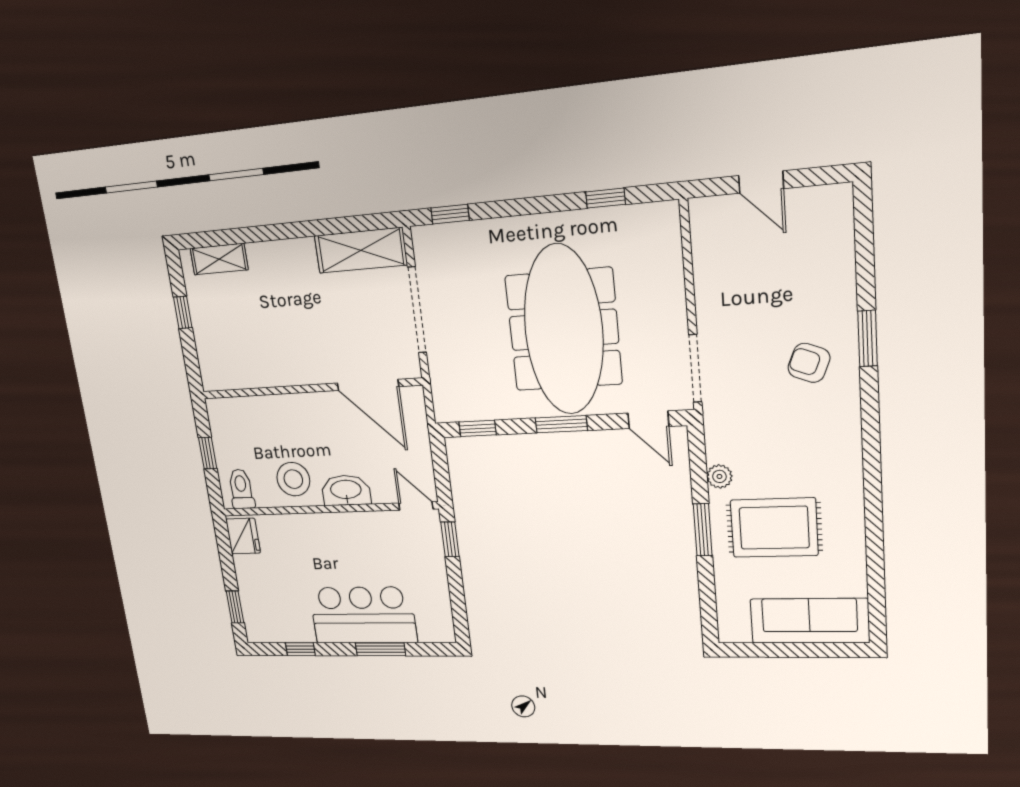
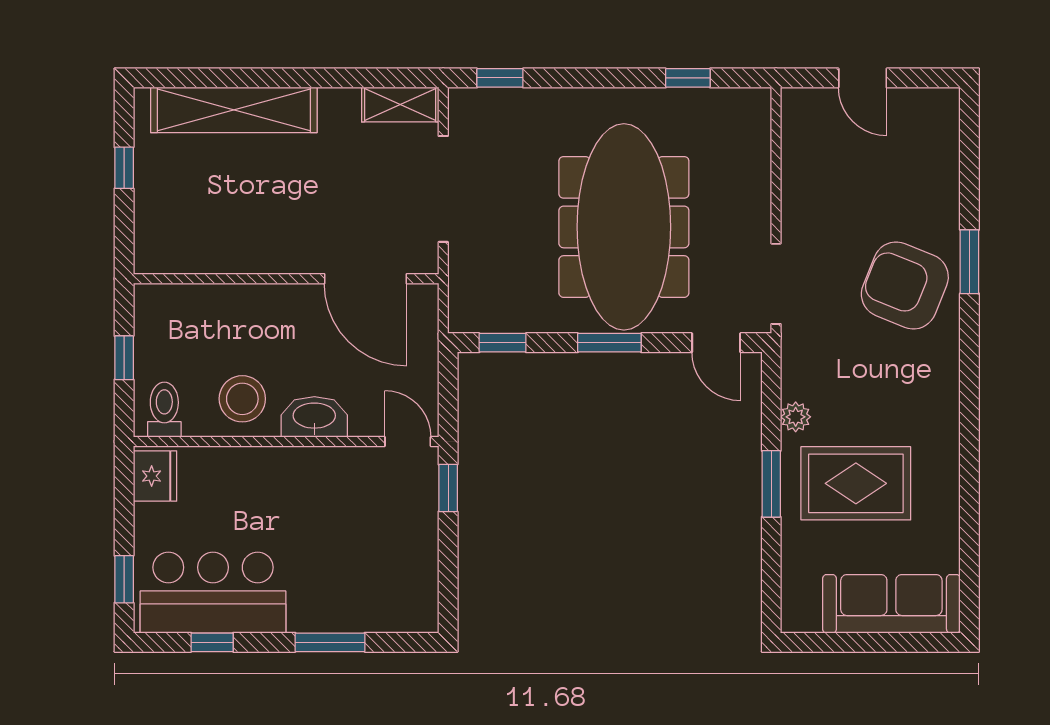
shelving: (361, 250) -> (400, 105), width x0.67, depth x0.75
shelving: (219, 259) -> (234, 110), width x2.20, depth x1.33
armchair: (809, 363) -> (905, 285), width x1.88, depth x1.88
bar counter: (363, 615) -> (213, 593), moved

